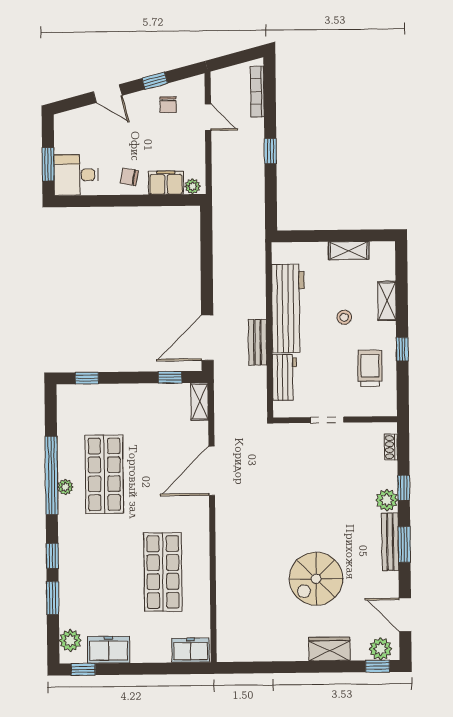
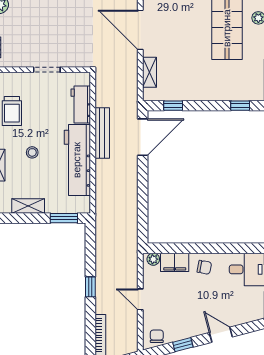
chair: (168, 105) -> (157, 336), moved
door: (208, 117) -> (140, 299), moved
window: (304, 236) -> (64, 218), added
bench: (258, 342) -> (102, 133), width x1.36
shelving: (200, 402) -> (149, 72), moved
door: (212, 471) -> (140, 30), swing flipped

